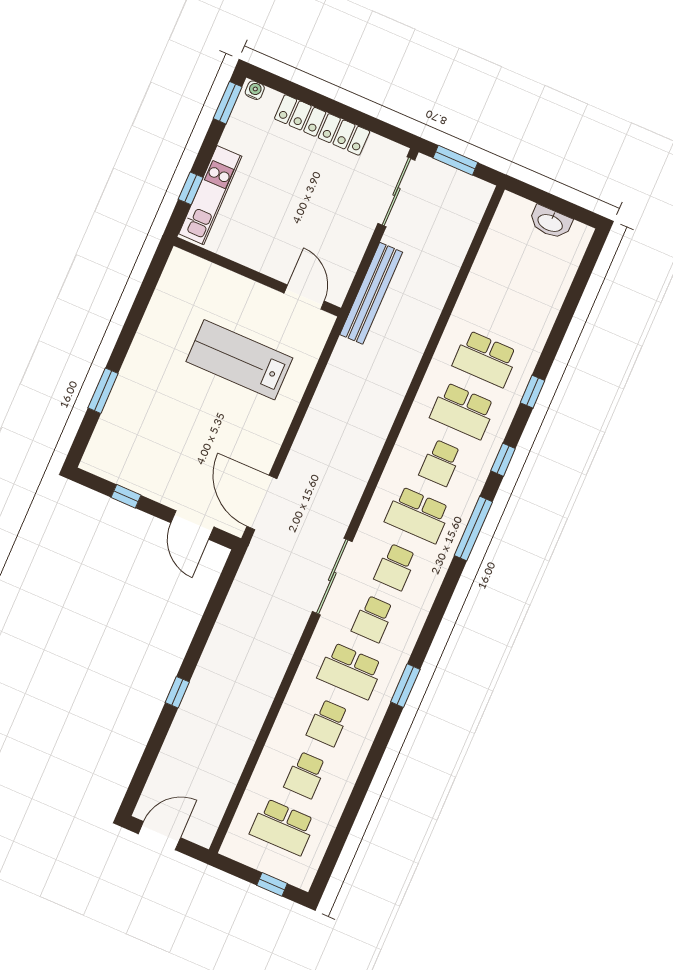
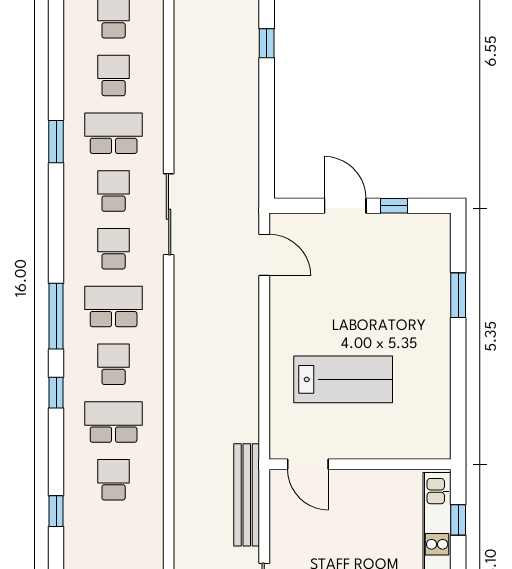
school desk: (485, 359) -> (114, 480), width x0.54
window: (533, 392) -> (56, 511), moved
door: (262, 503) -> (264, 255), width x0.73
door: (192, 525) -> (345, 206), moved

